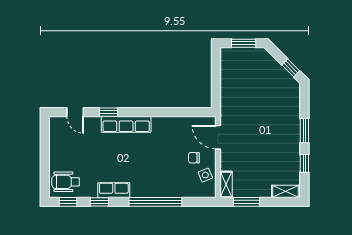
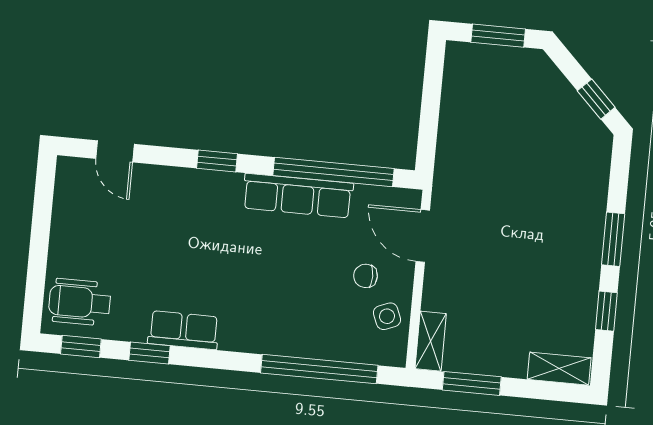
window: (108, 112) -> (217, 161), moved
window: (175, 112) -> (333, 172), added
row of seats: (126, 124) -> (298, 196), moved
window: (155, 202) -> (319, 369), moved

